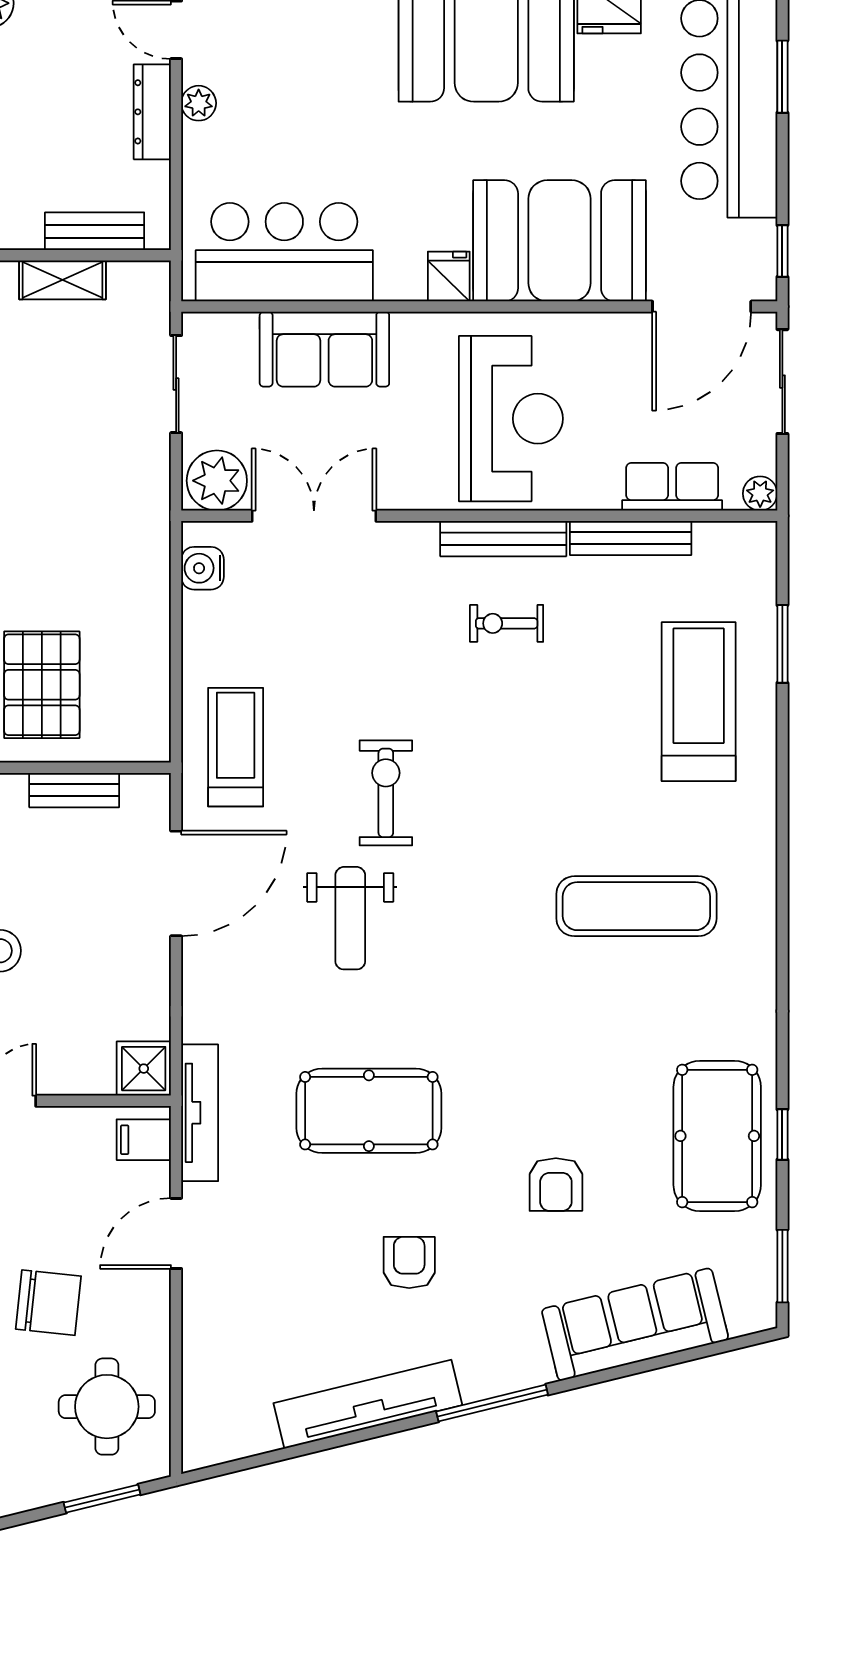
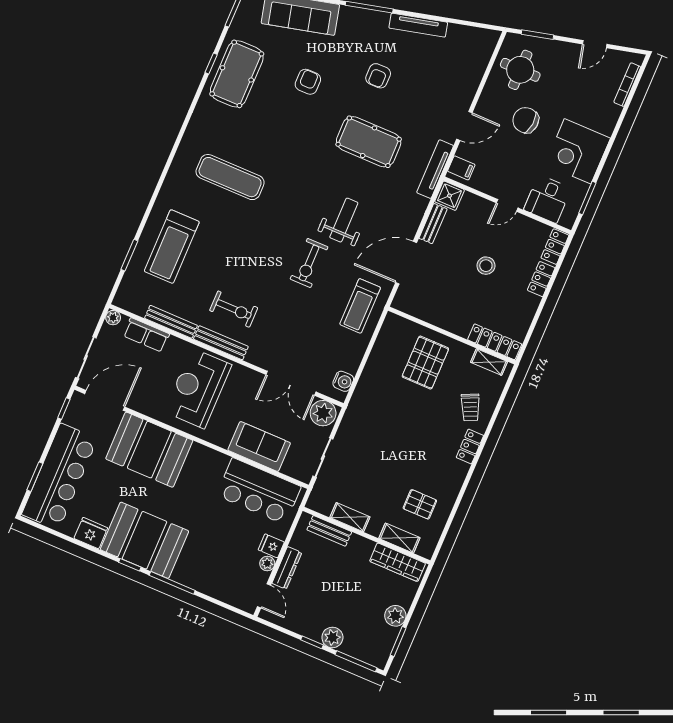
fridge: (449, 277) -> (271, 546), moved, turned 90
exercise bike: (507, 623) -> (234, 309), width x1.38, depth x1.39
bench: (74, 790) -> (433, 224), moved, turned 90
tv unit: (368, 1404) -> (418, 25), width x0.73, depth x0.78

